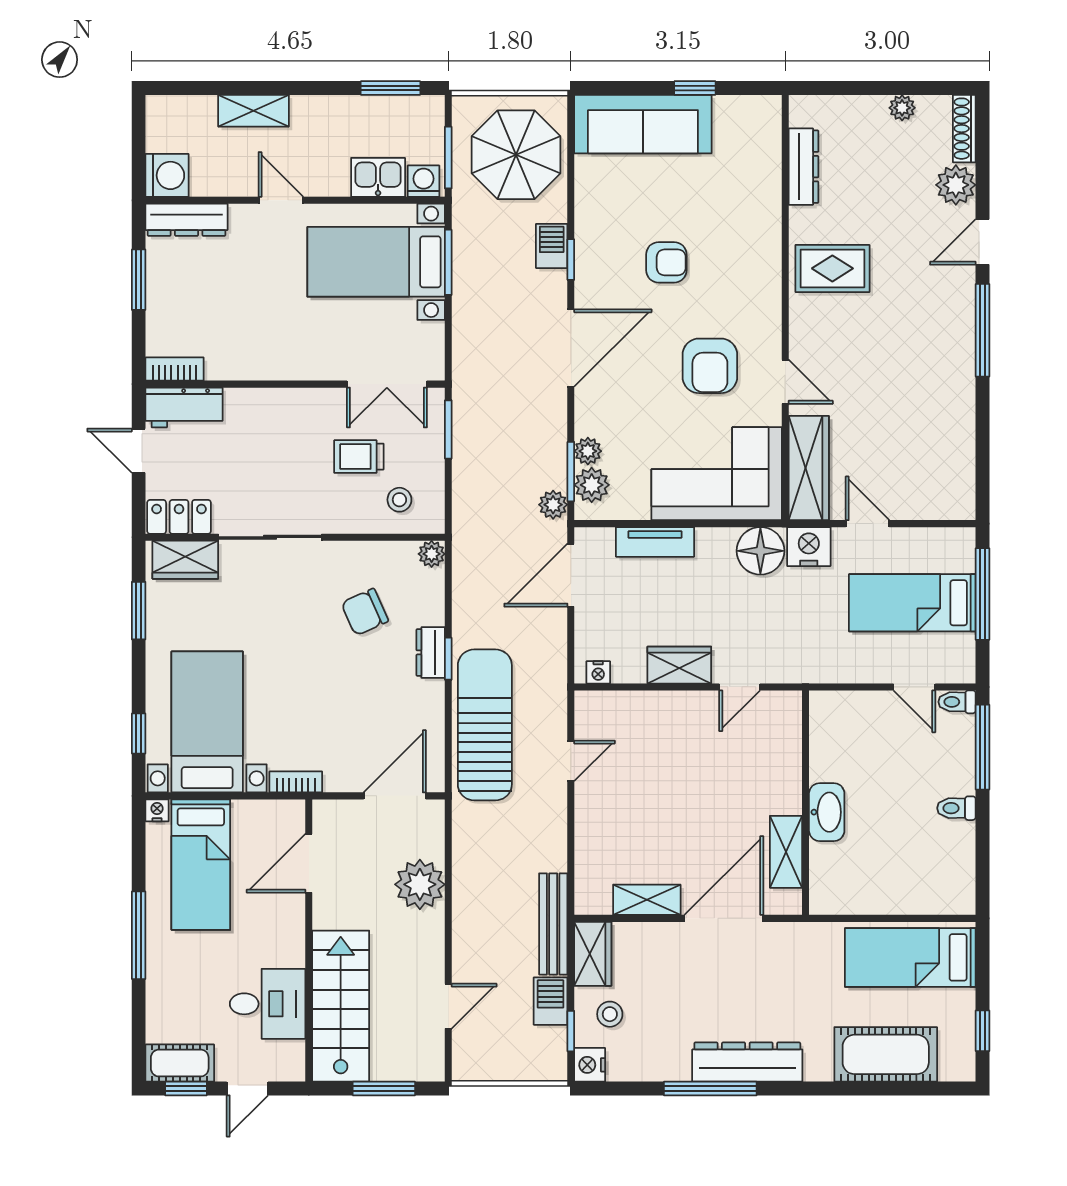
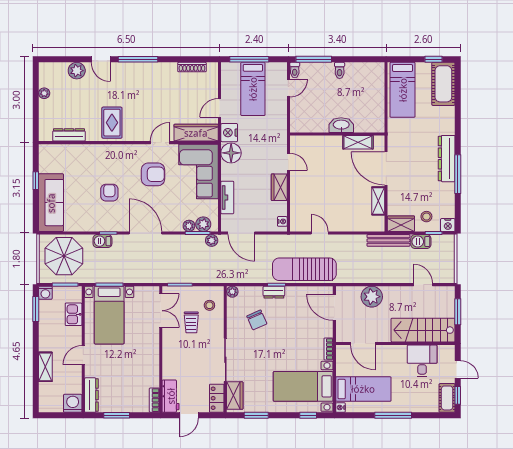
shoe rack: (964, 129) -> (192, 67), moved
washing machine: (423, 181) -> (45, 293), moved, turned -90
cot: (886, 1054) -> (443, 84), moved

